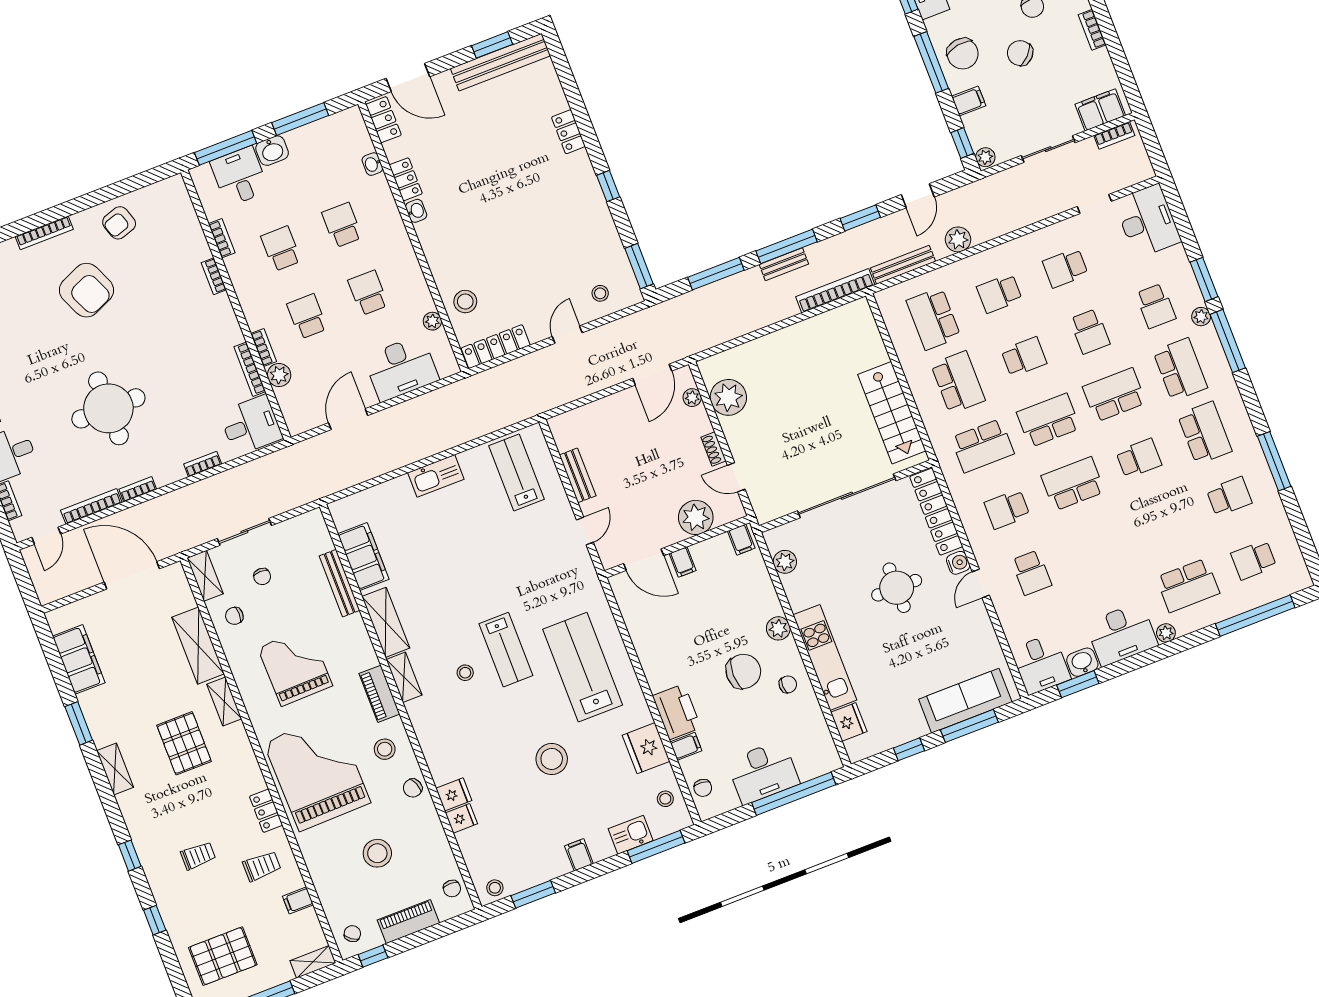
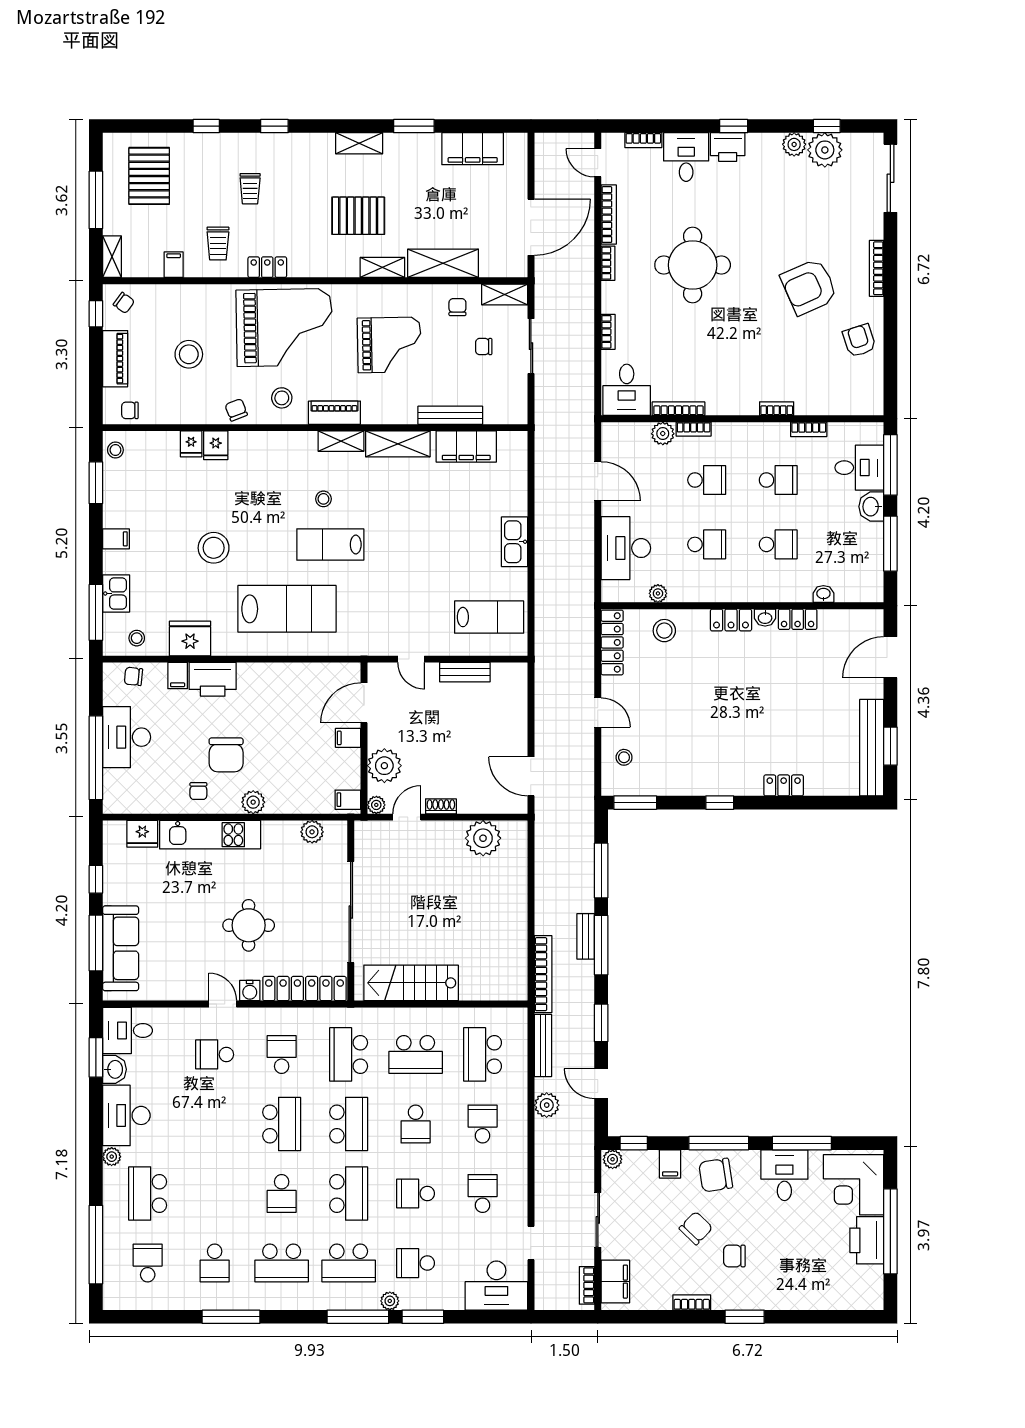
locker: (384, 120) -> (731, 620), moved
school desk: (933, 319) -> (483, 1054), turned -90
plant: (692, 398) -> (376, 805), moved

